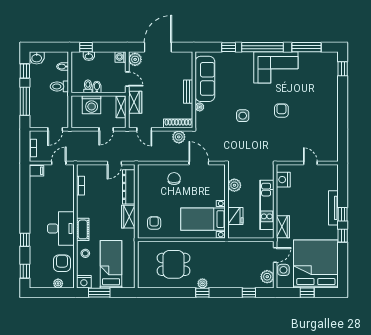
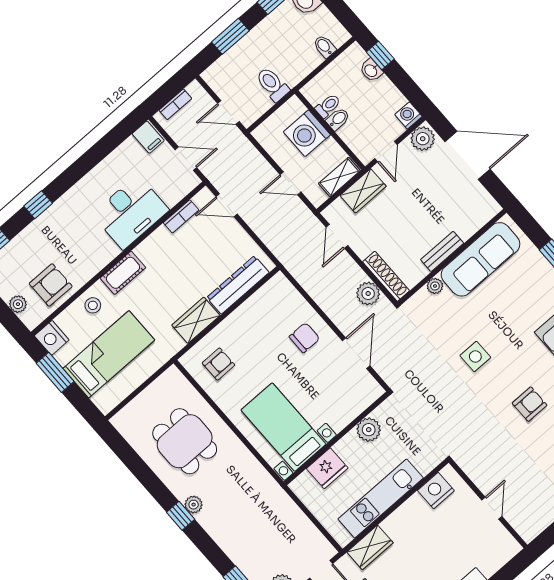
toilet: (59, 86) -> (272, 84), moved
window: (25, 101) -> (230, 36), width x0.69
door: (114, 163) -> (227, 205), moved
desk: (61, 228) -> (131, 212), moved

